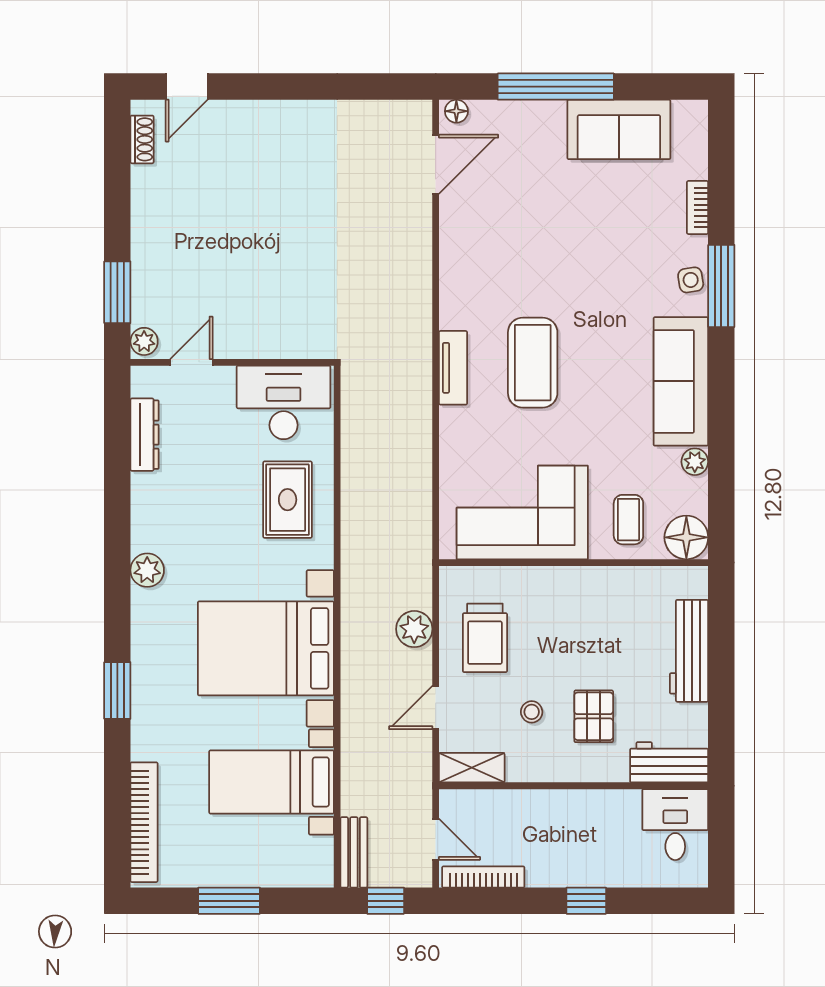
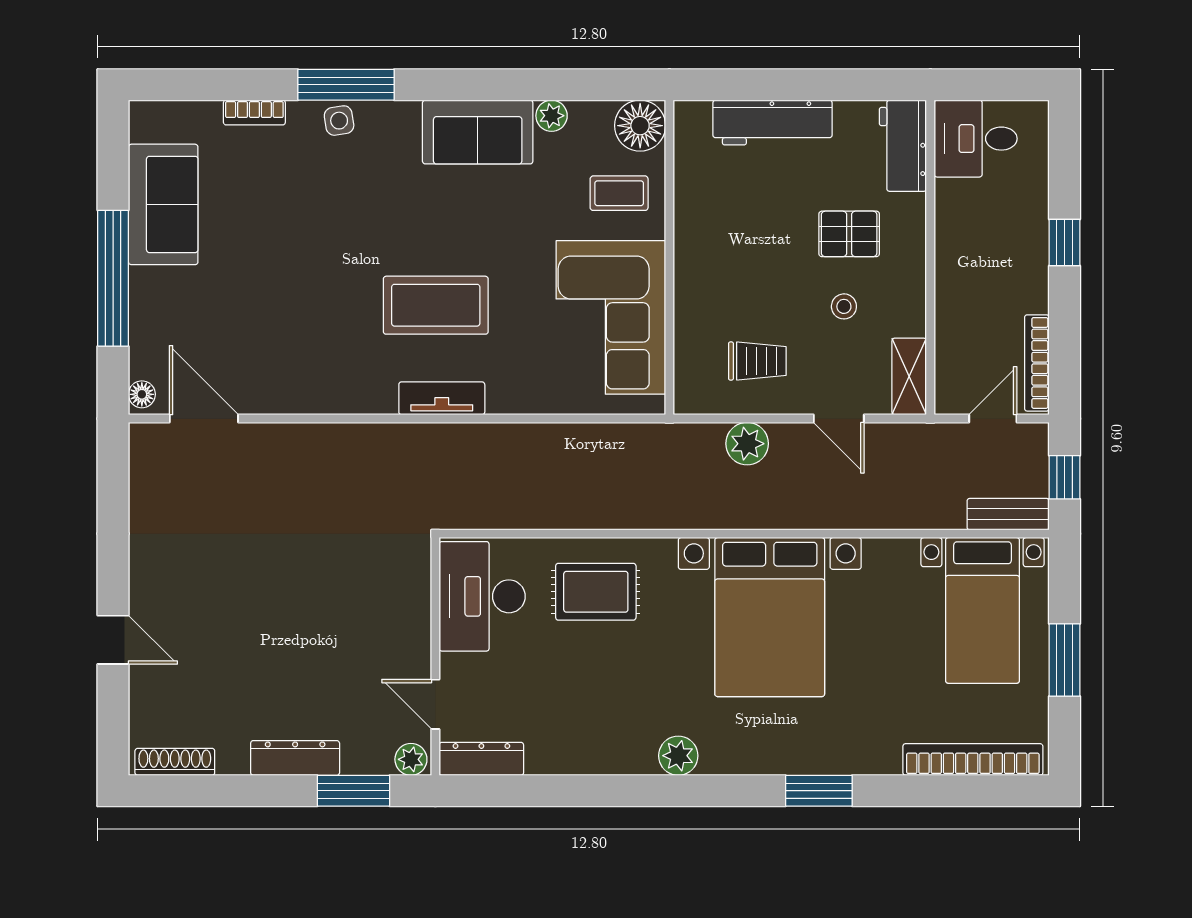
door: (187, 87) -> (113, 640), moved
shoe rack: (142, 139) -> (175, 762), width x1.43
dresser: (145, 242) -> (295, 758), added
sofa: (681, 381) -> (478, 132), width x0.73
dresser: (145, 435) -> (481, 759), moved
trolley: (485, 638) -> (757, 361), width x0.73, depth x0.72
bed with nightstands: (272, 782) -> (982, 610), moved

